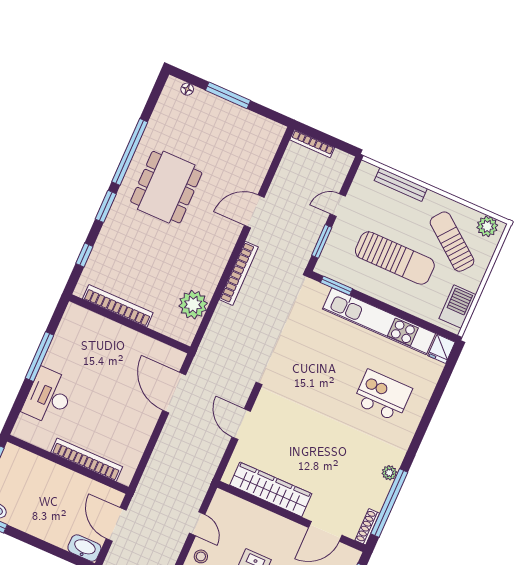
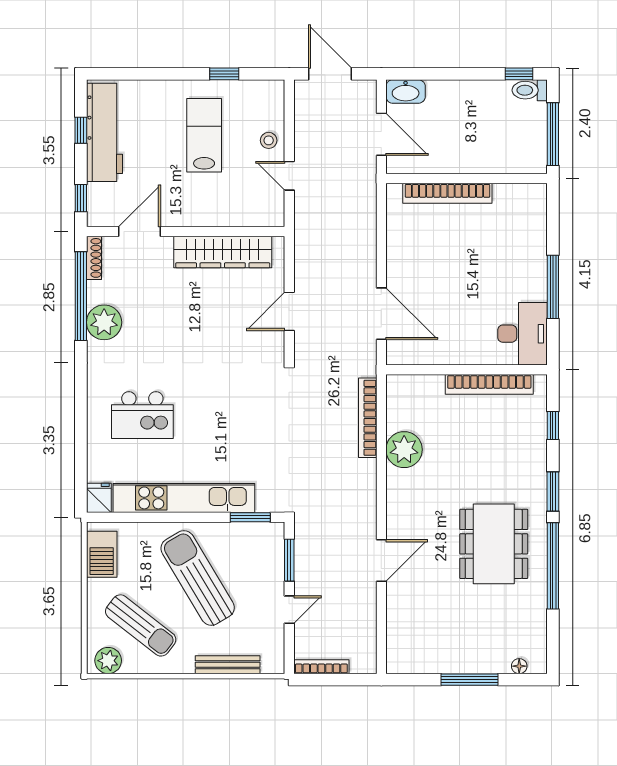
bookcase: (312, 144) -> (321, 667), moved
sun lounger: (395, 258) -> (198, 578), turned 59
bookcase: (239, 273) -> (368, 418), moved
plant: (193, 305) -> (404, 450), moved
desk: (49, 397) -> (523, 334), moved
door: (241, 424) -> (289, 311), swing flipped
plant: (389, 473) -> (104, 322), width x1.88, depth x1.88

